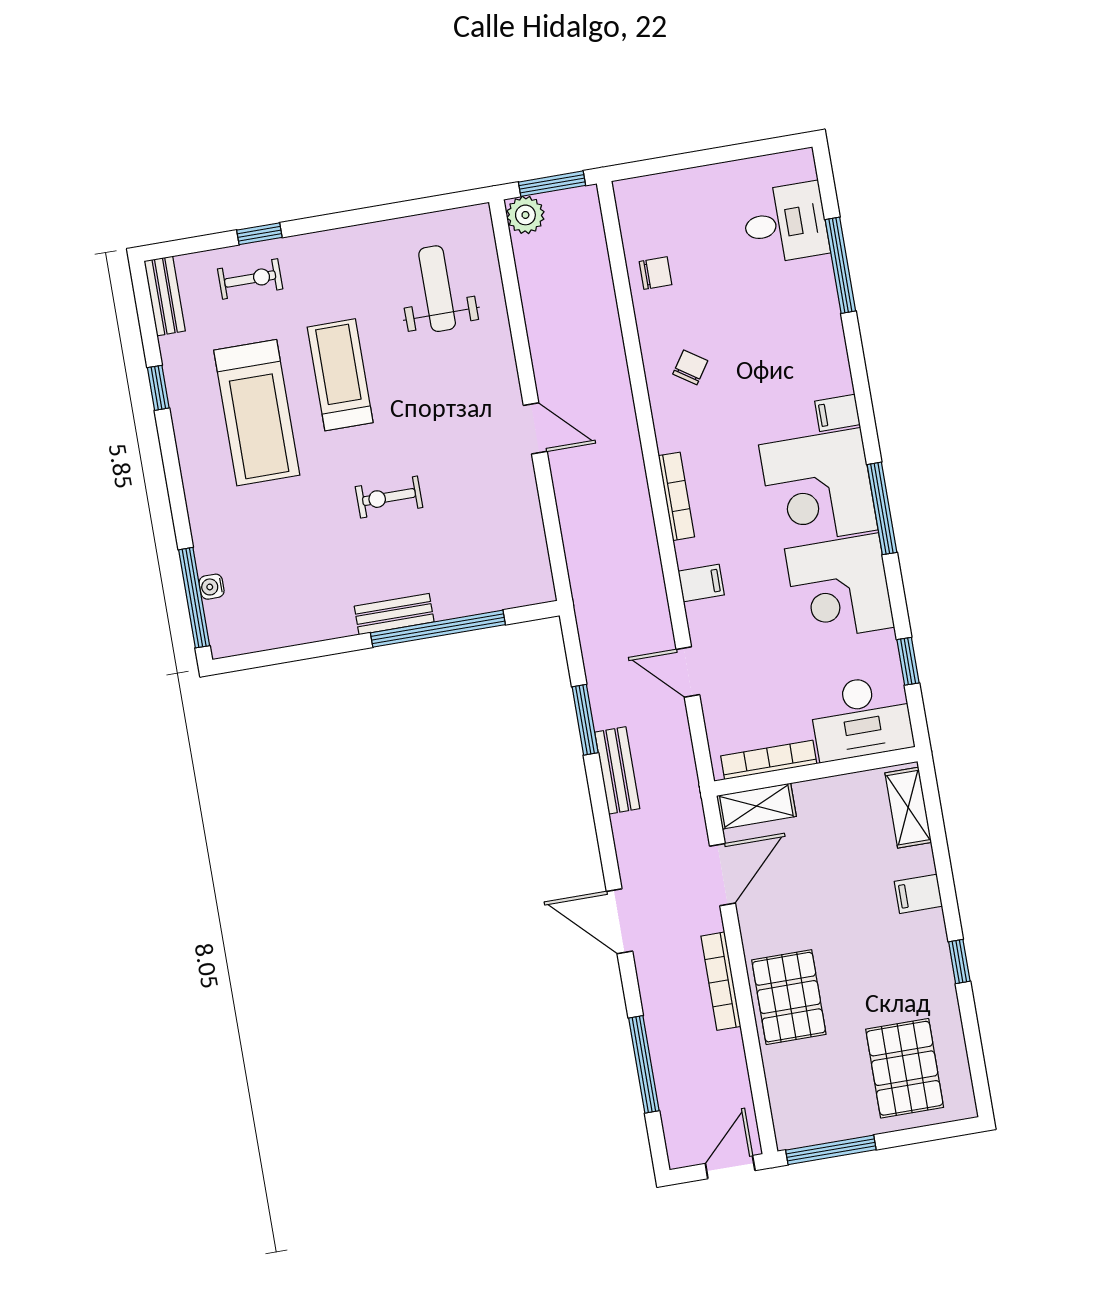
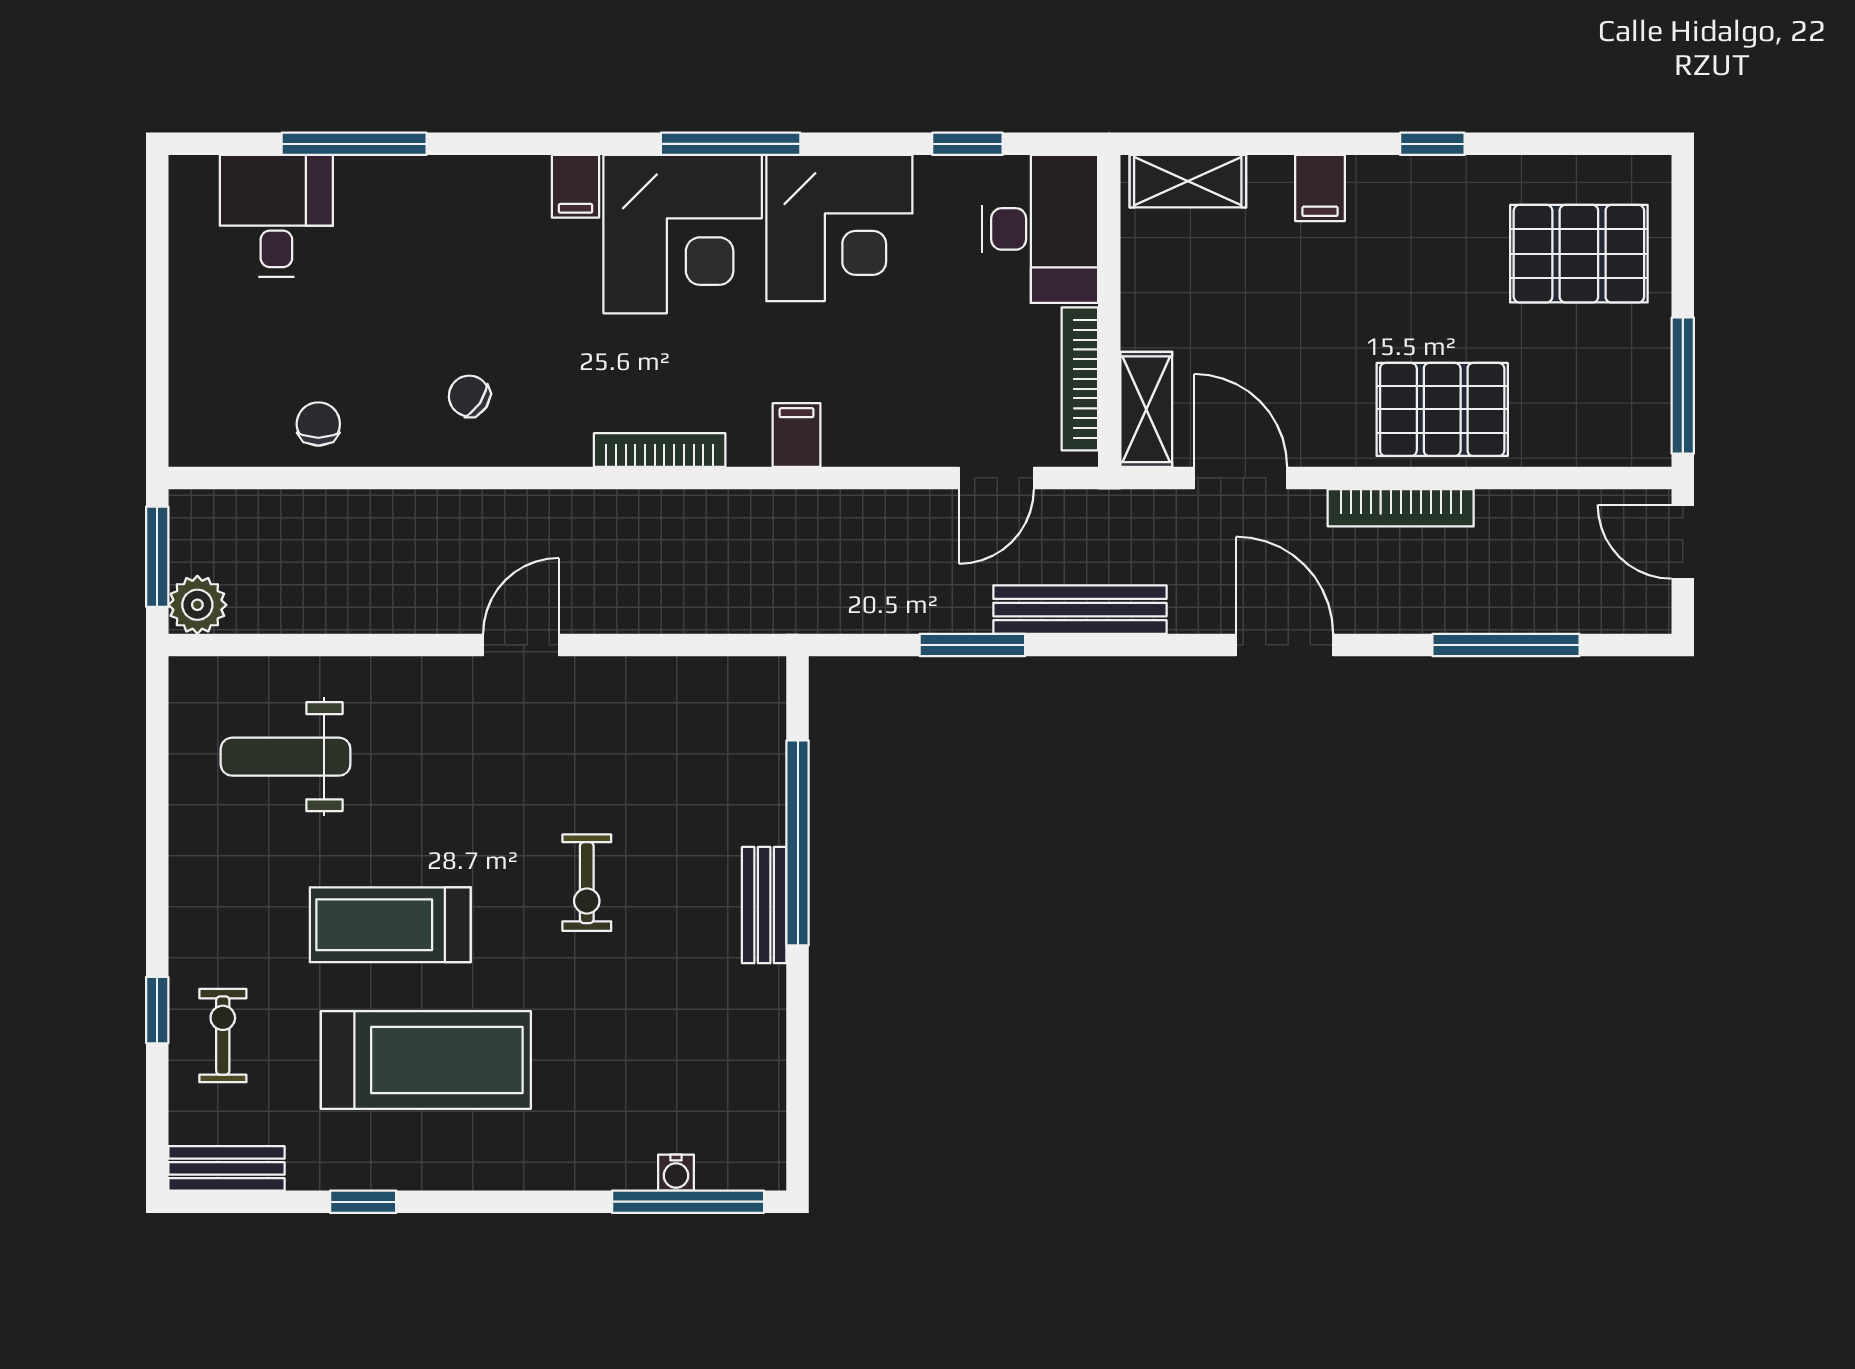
door: (688, 672) -> (996, 478), moved
bench: (617, 770) -> (1080, 610), width x1.36
door: (619, 921) -> (1284, 645), swing flipped

